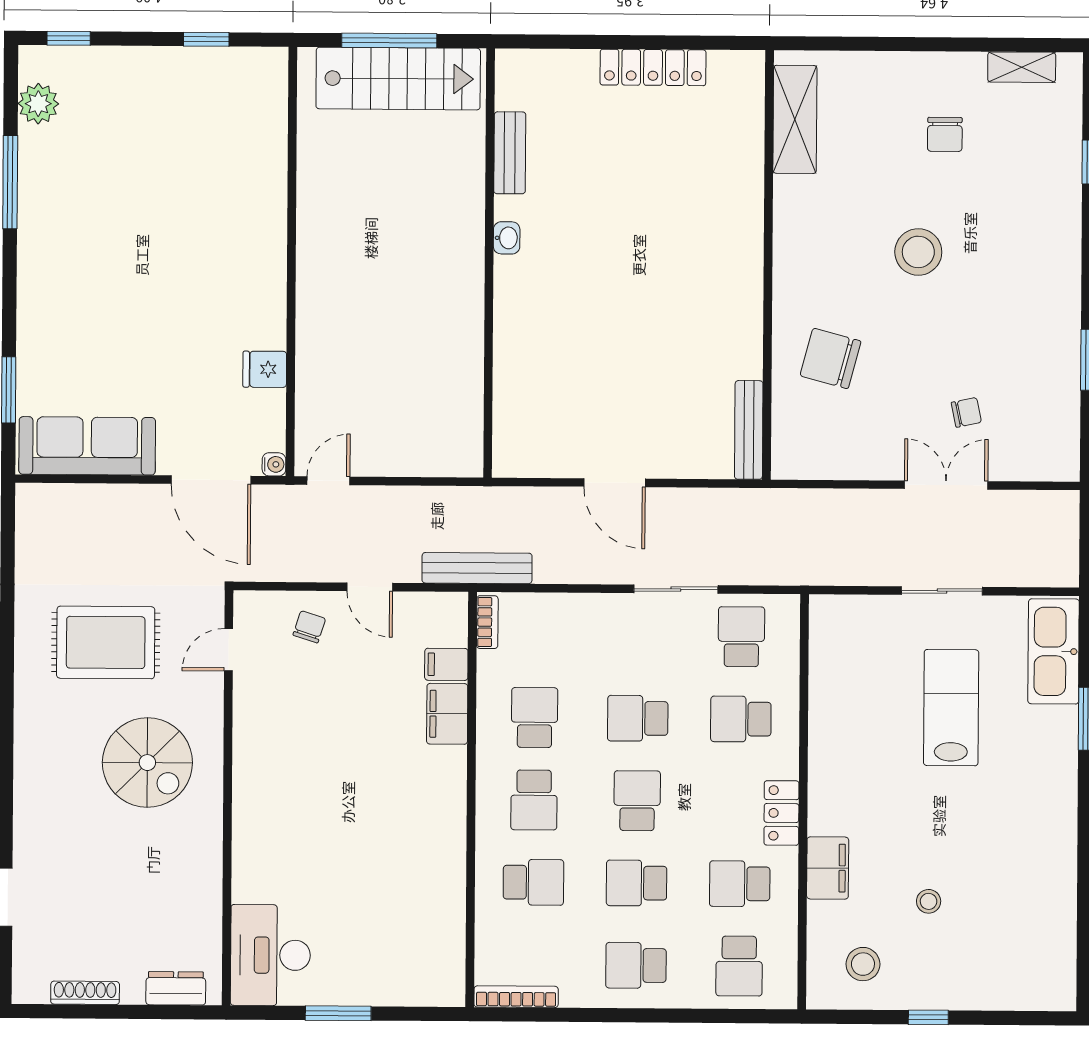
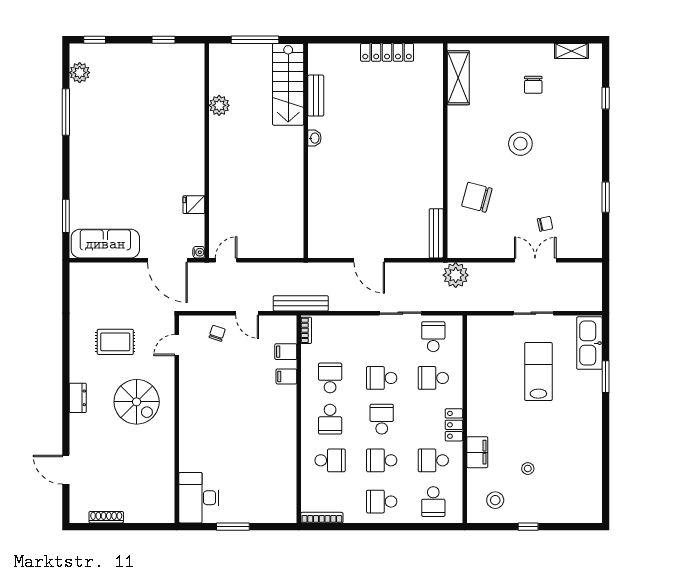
stairs: (398, 79) -> (288, 84), moved, turned 90
plant: (317, 171) -> (219, 105), added
plant: (787, 514) -> (456, 275), added
rug: (106, 642) -> (115, 342), width x0.73, depth x0.70
filing cabinet: (447, 714) -> (286, 376), width x0.50
dresser: (176, 988) -> (78, 398), moved, turned 90

